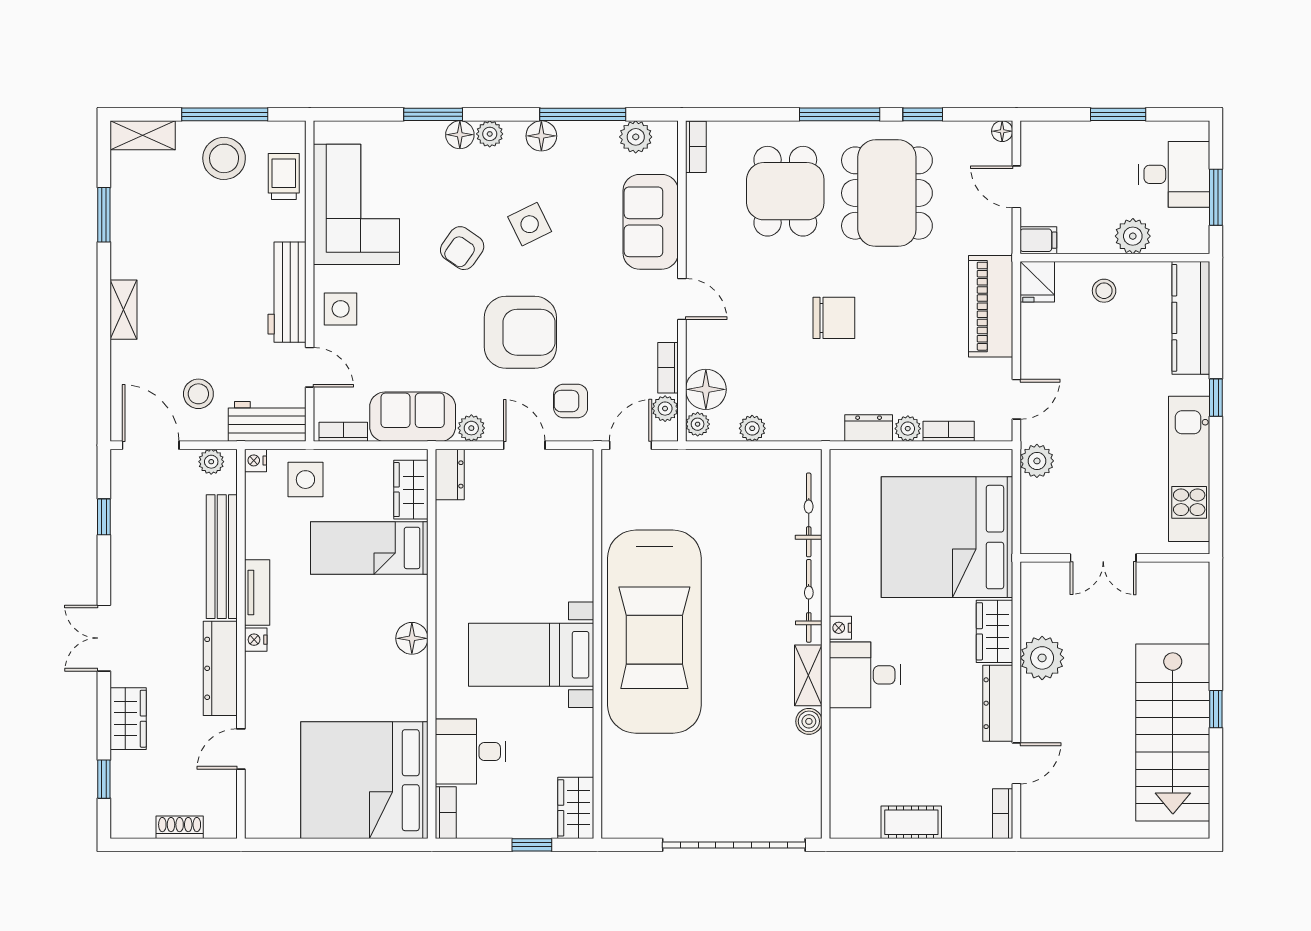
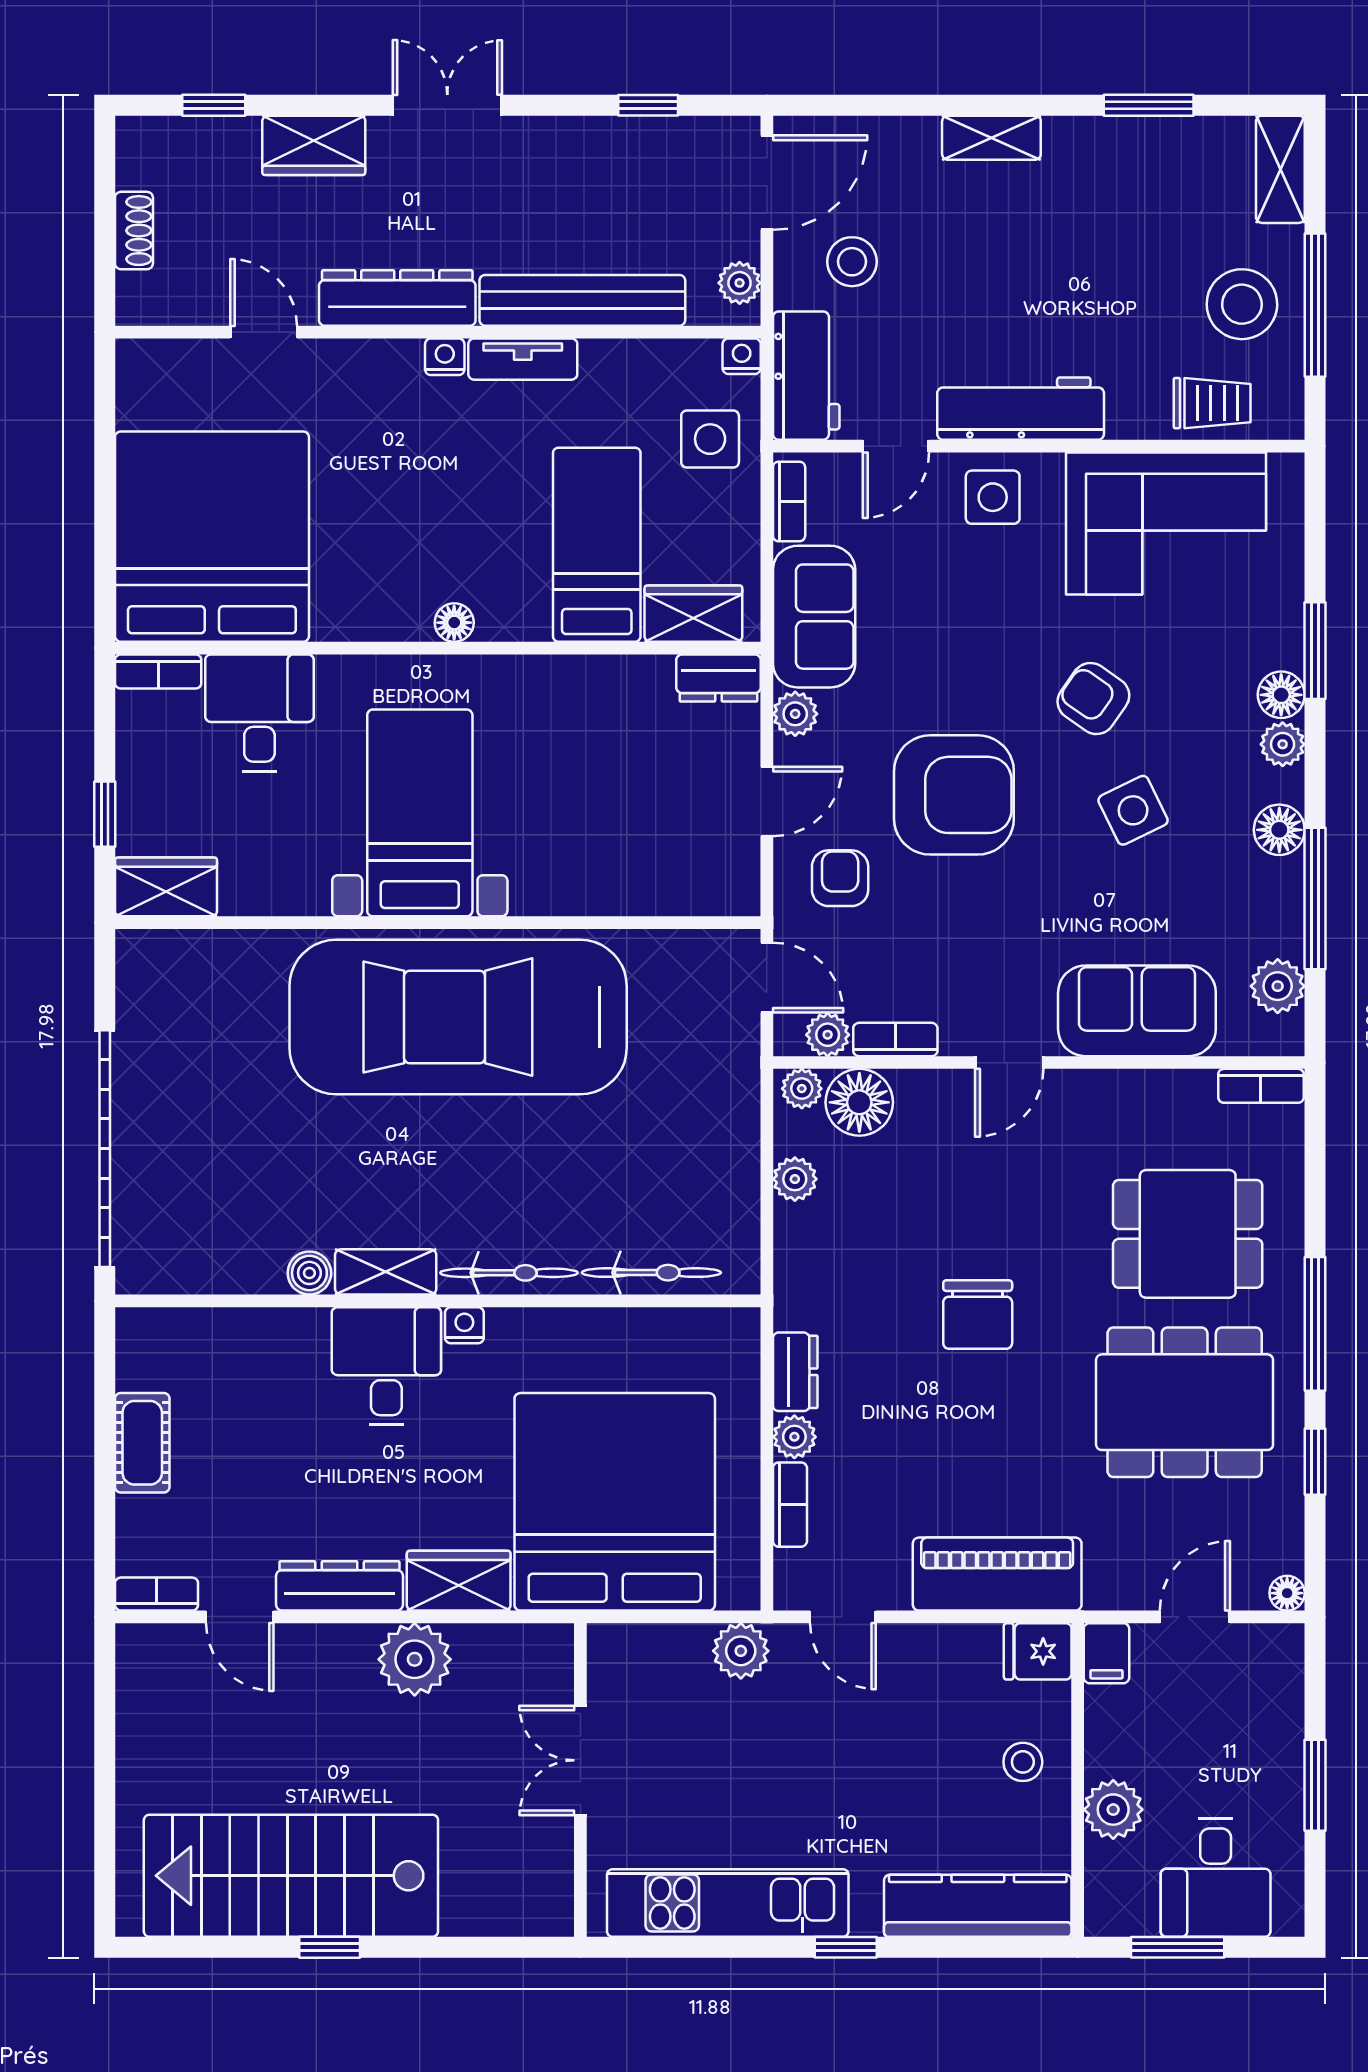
armchair: (520, 332) -> (954, 795), turned -90
floor lamp: (412, 638) -> (454, 623), width x0.73, depth x0.73

